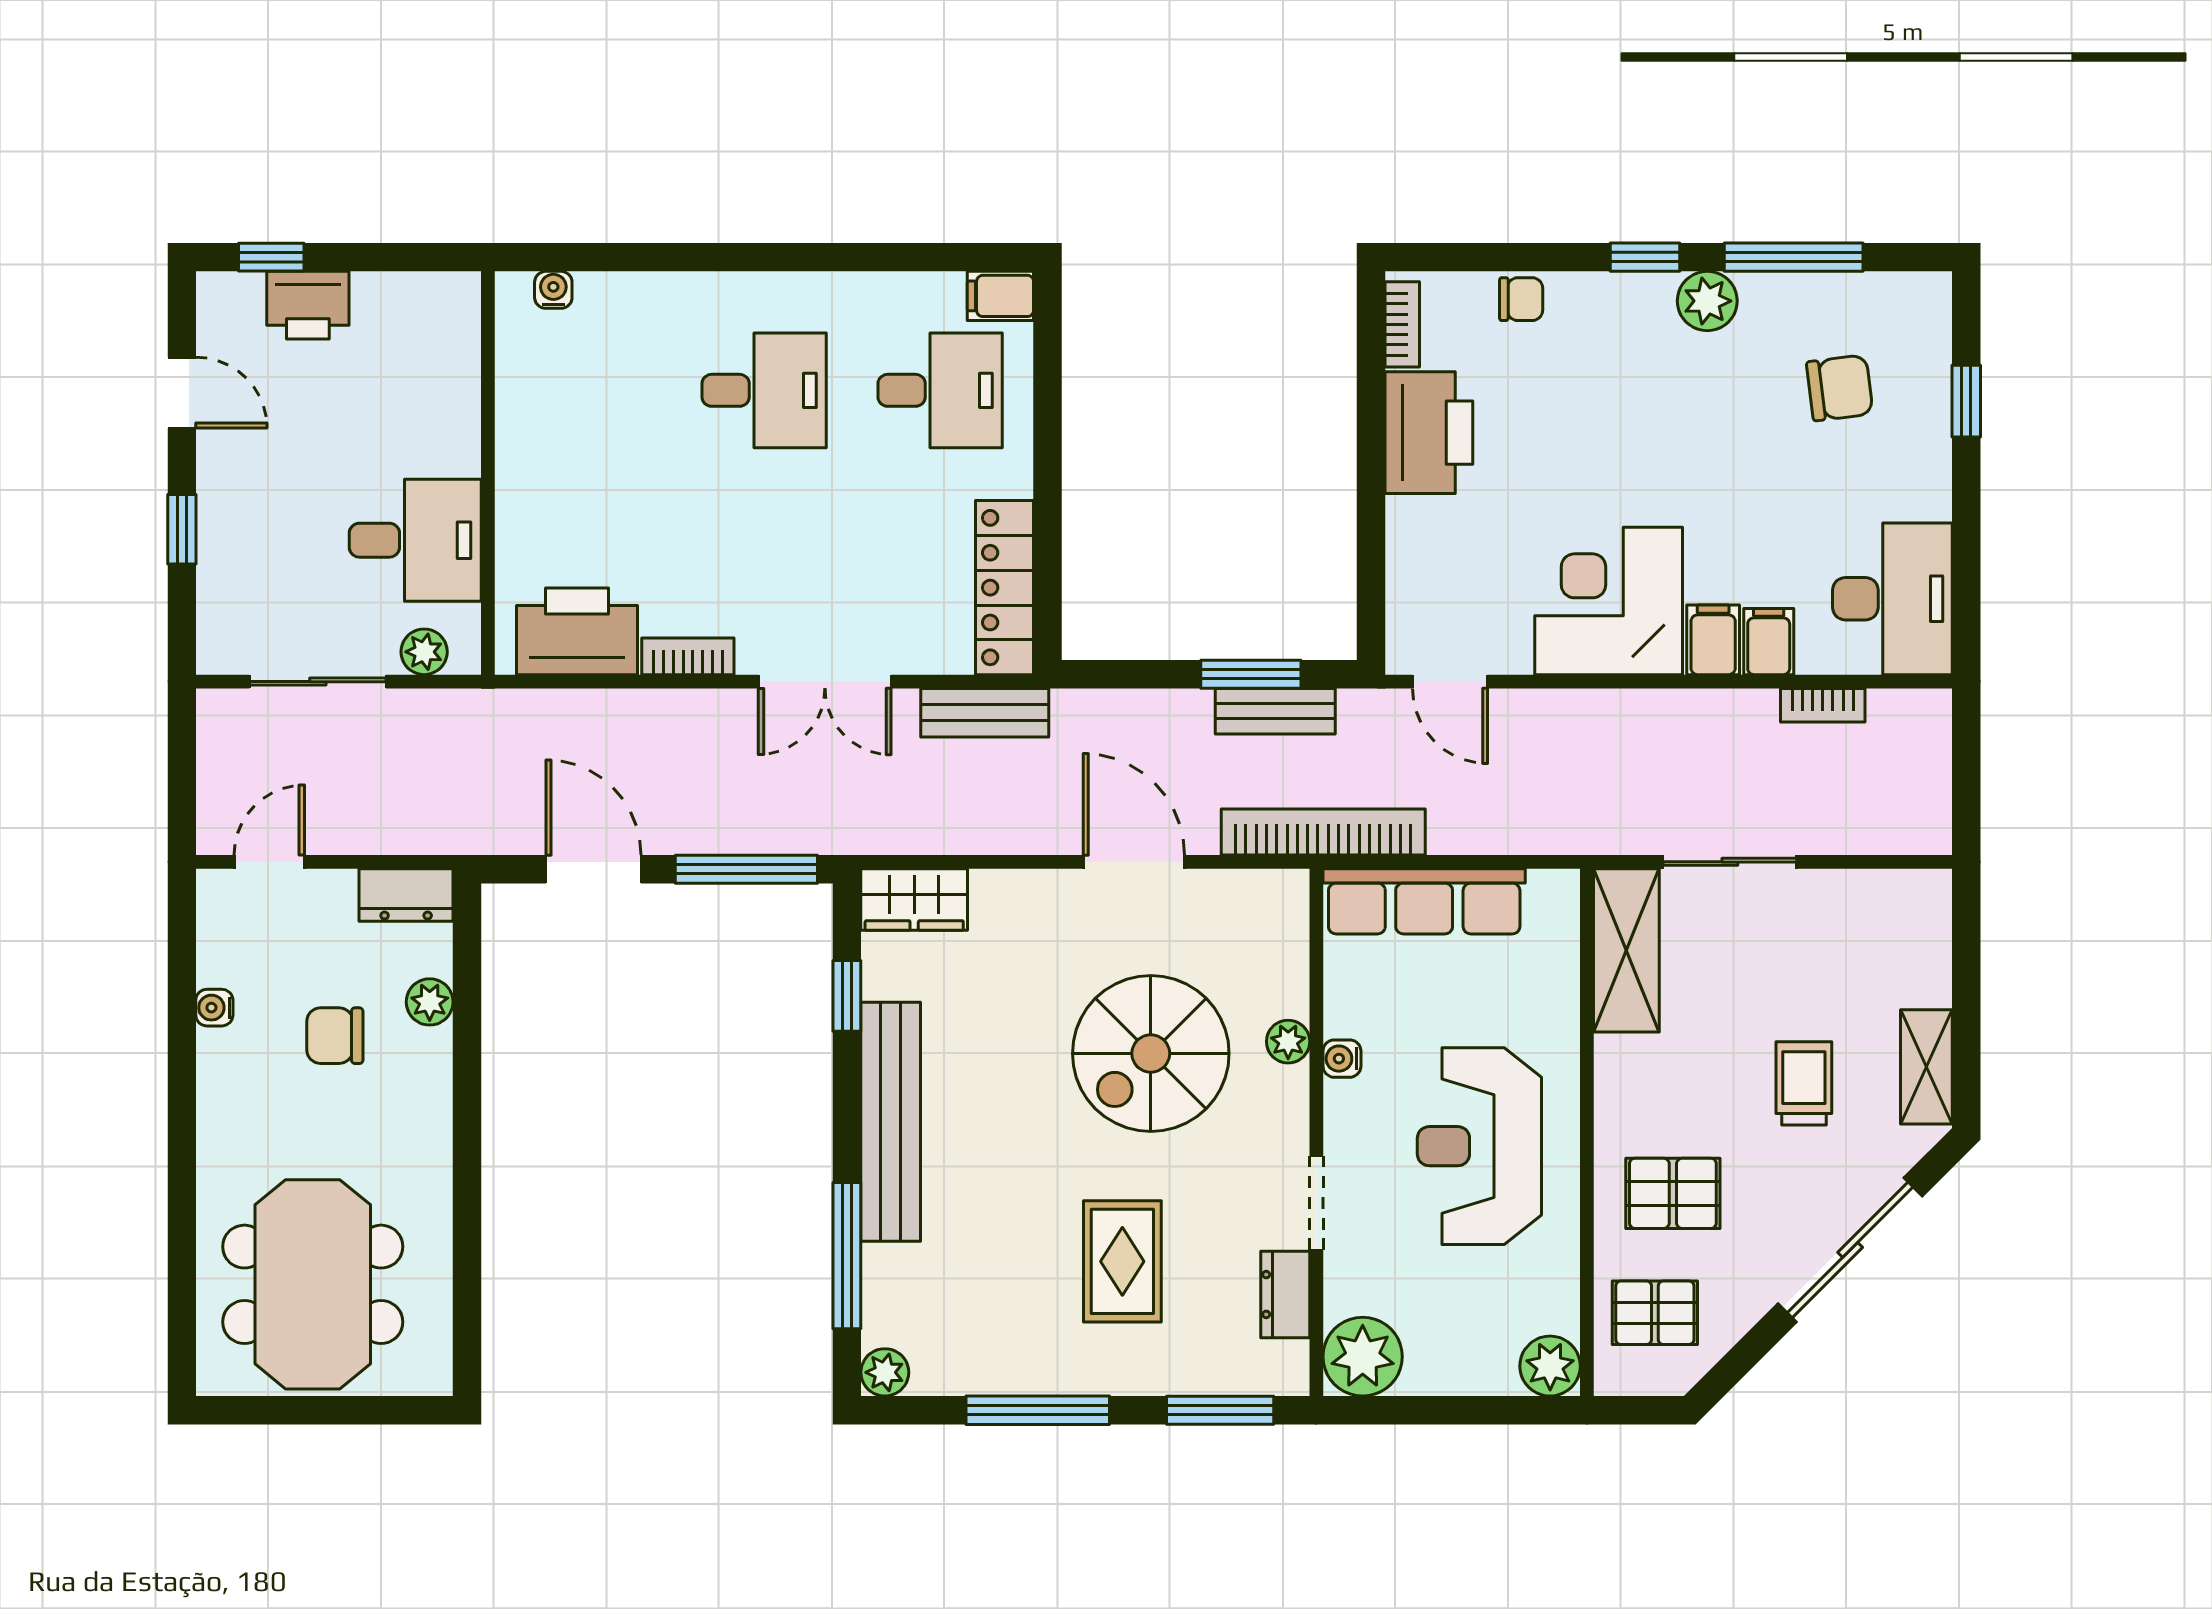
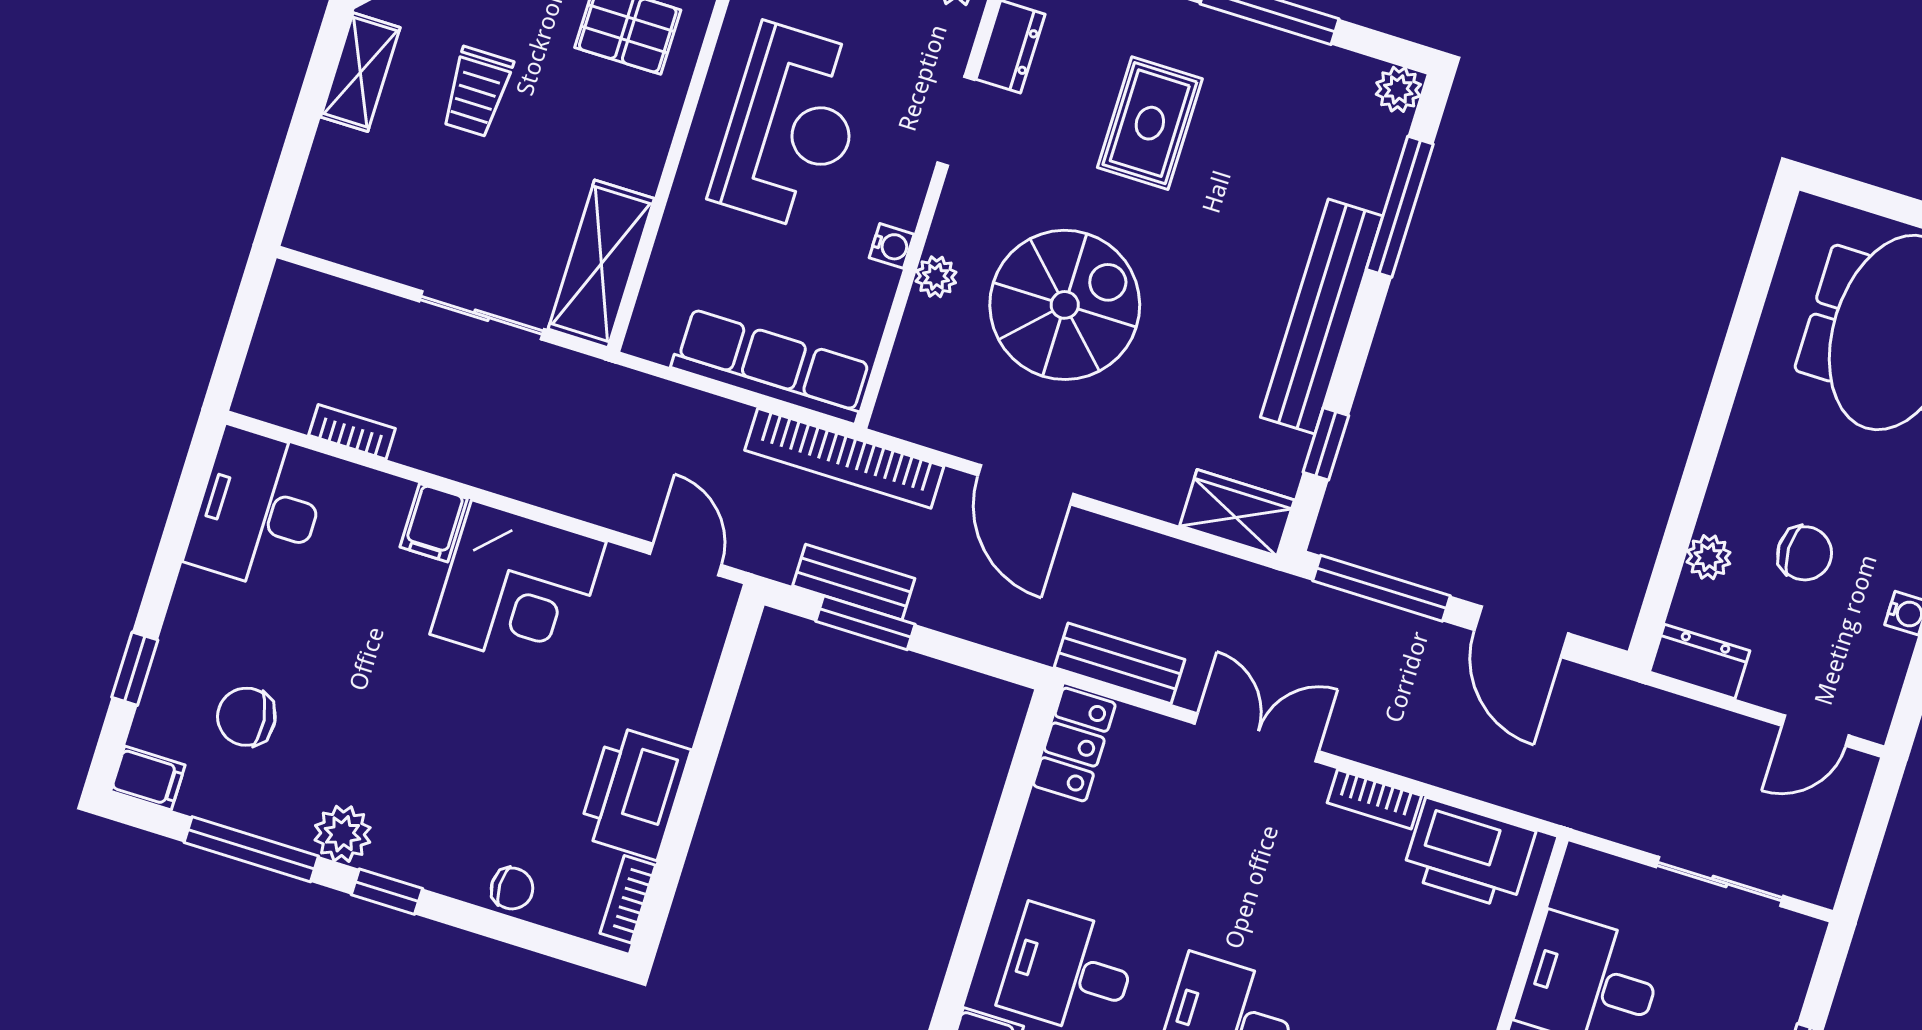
chair: (1521, 299) -> (512, 888), turned 180
locker: (1005, 588) -> (1074, 744), width x0.66
filing cabinet: (1769, 642) -> (148, 778), moved, turned -90
plant: (424, 652) -> (1614, 878), removed

